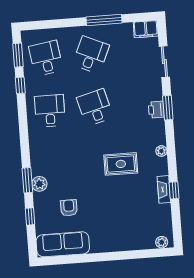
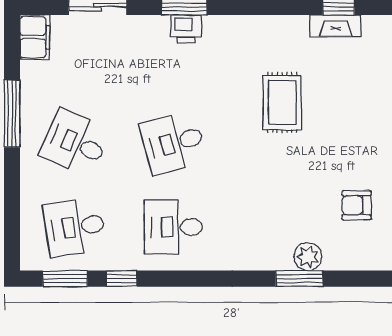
plant: (161, 151) -> (264, 25), removed
window: (30, 216) -> (367, 279), removed

